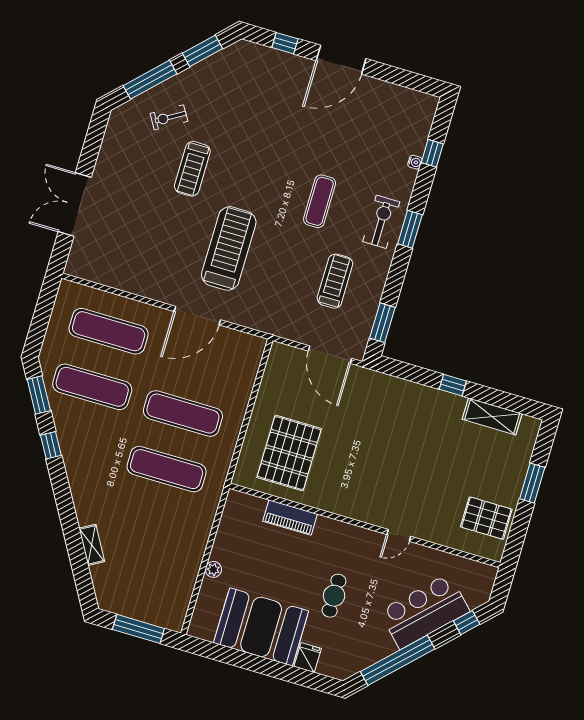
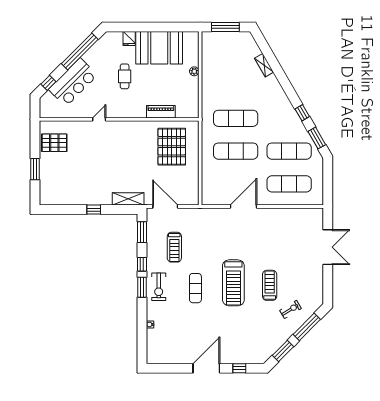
window: (432, 153) -> (142, 264), moved
treadmill: (229, 248) -> (233, 283), moved
shelving: (492, 416) -> (128, 199), moved

